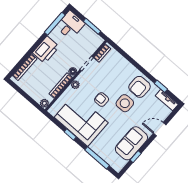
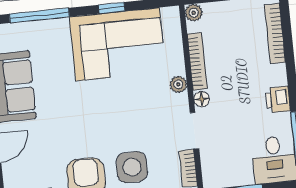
printer: (46, 50) -> (278, 100), width x0.53, depth x0.68
armchair: (102, 100) -> (120, 103), removed
side table: (125, 103) -> (132, 167), moved

